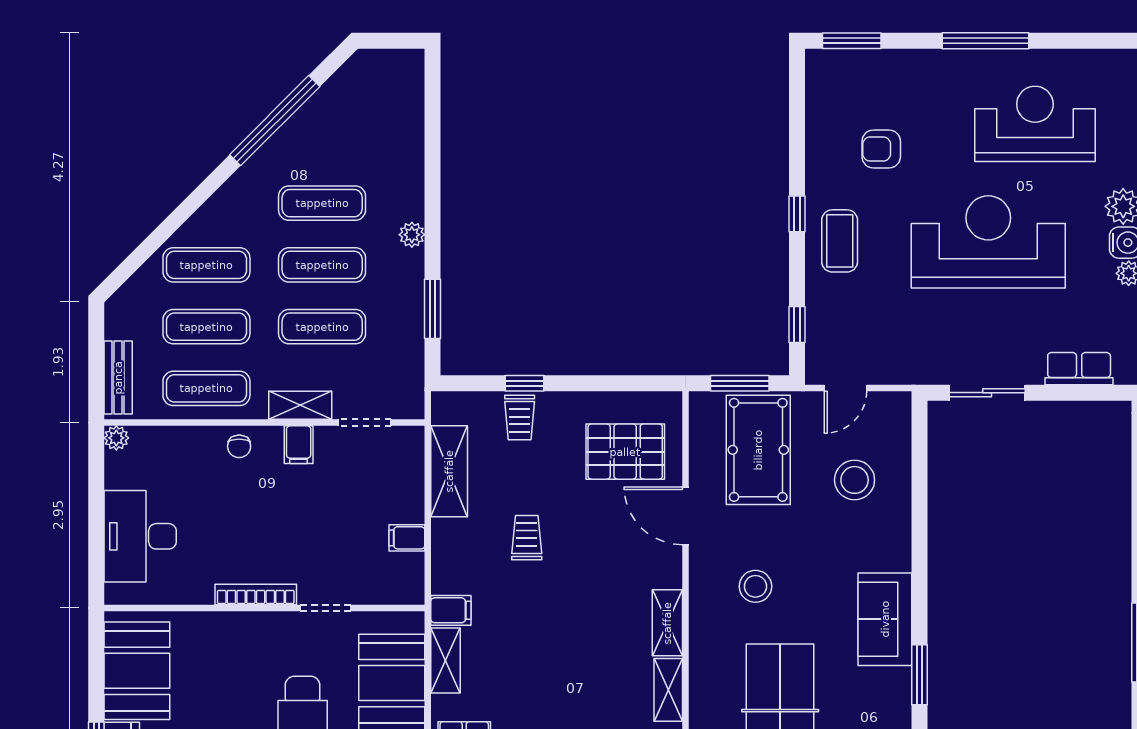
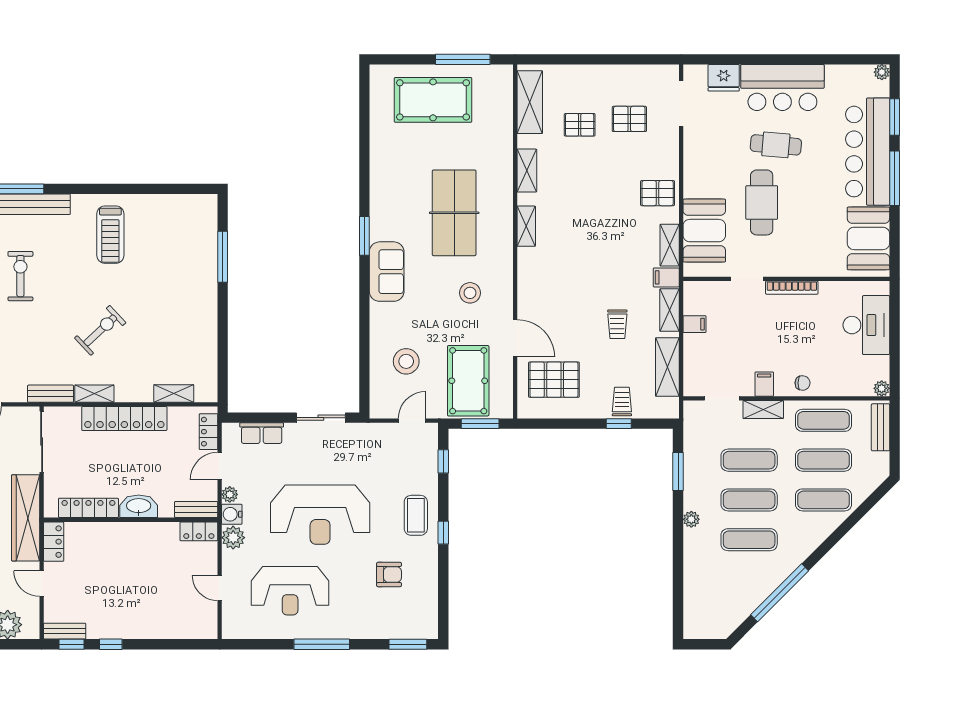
chair: (239, 446) -> (803, 383), turned 92
shelving: (667, 623) -> (669, 310), moved

